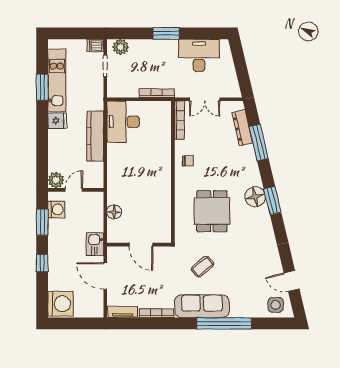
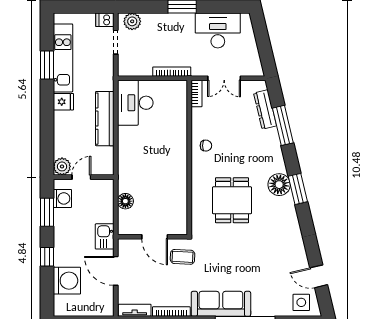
bookcase: (179, 120) -> (197, 94), width x0.64
coffee table: (203, 267) -> (183, 257), moved, turned 43
washing machine: (60, 304) -> (67, 281), moved

